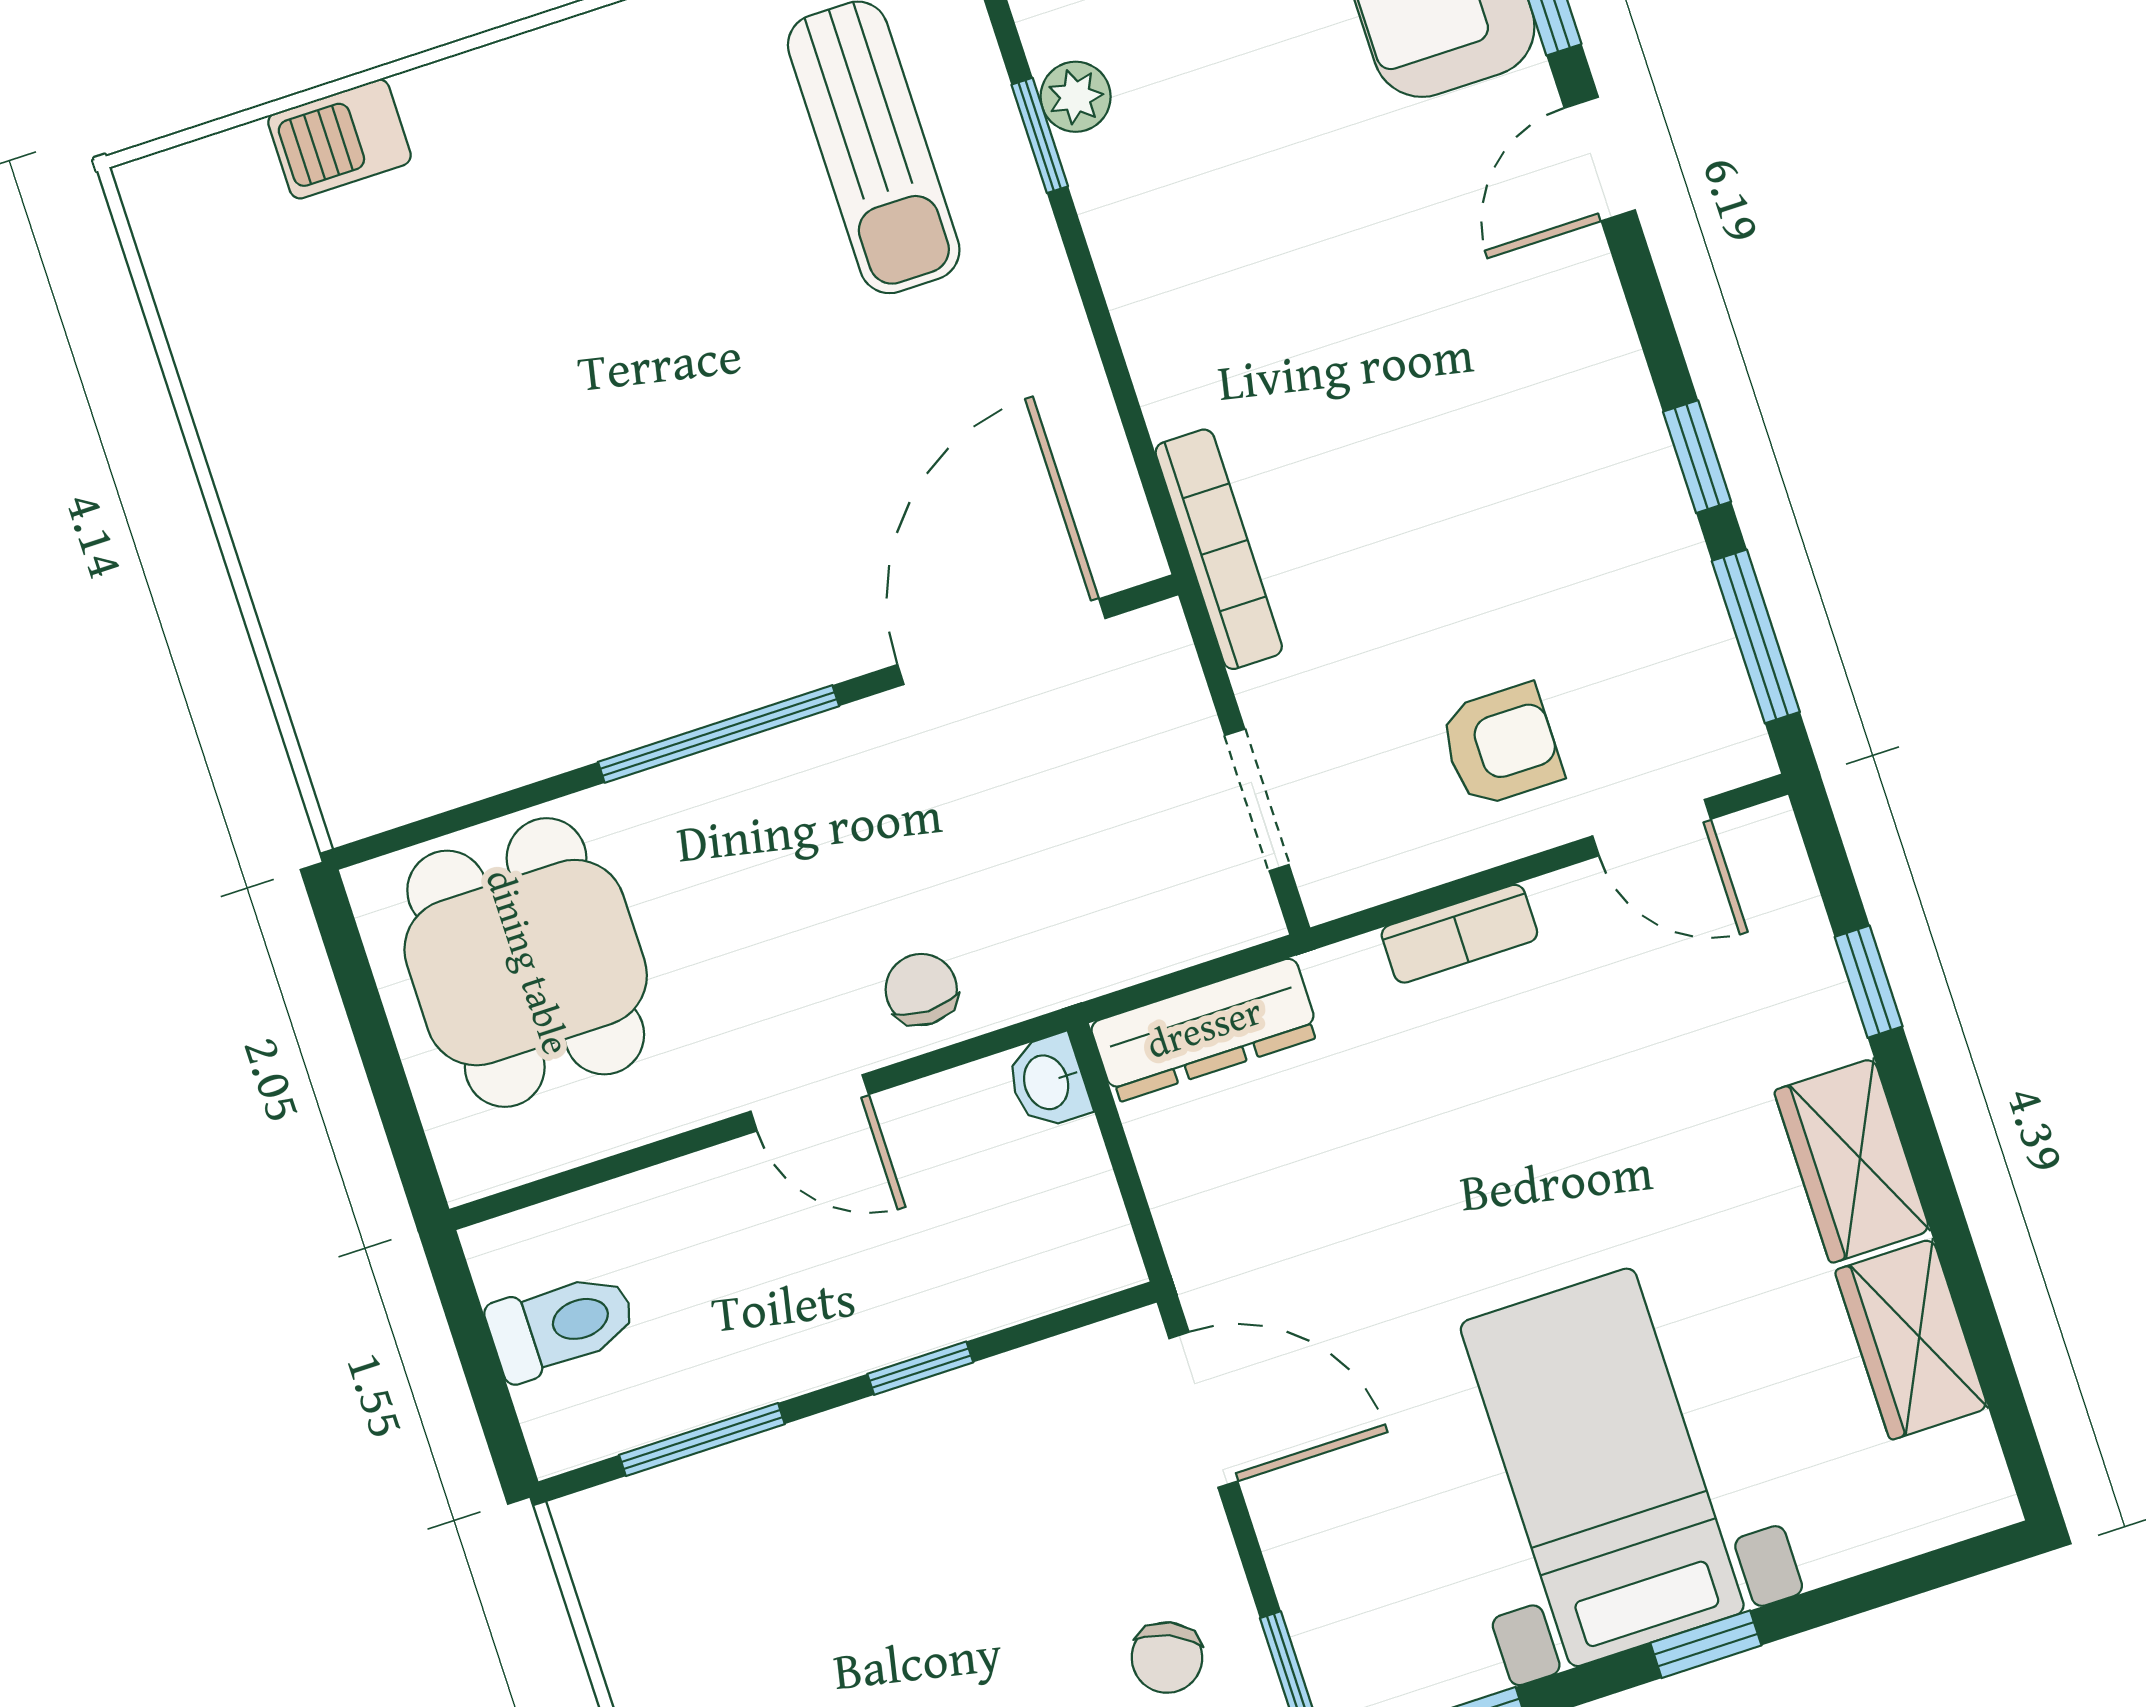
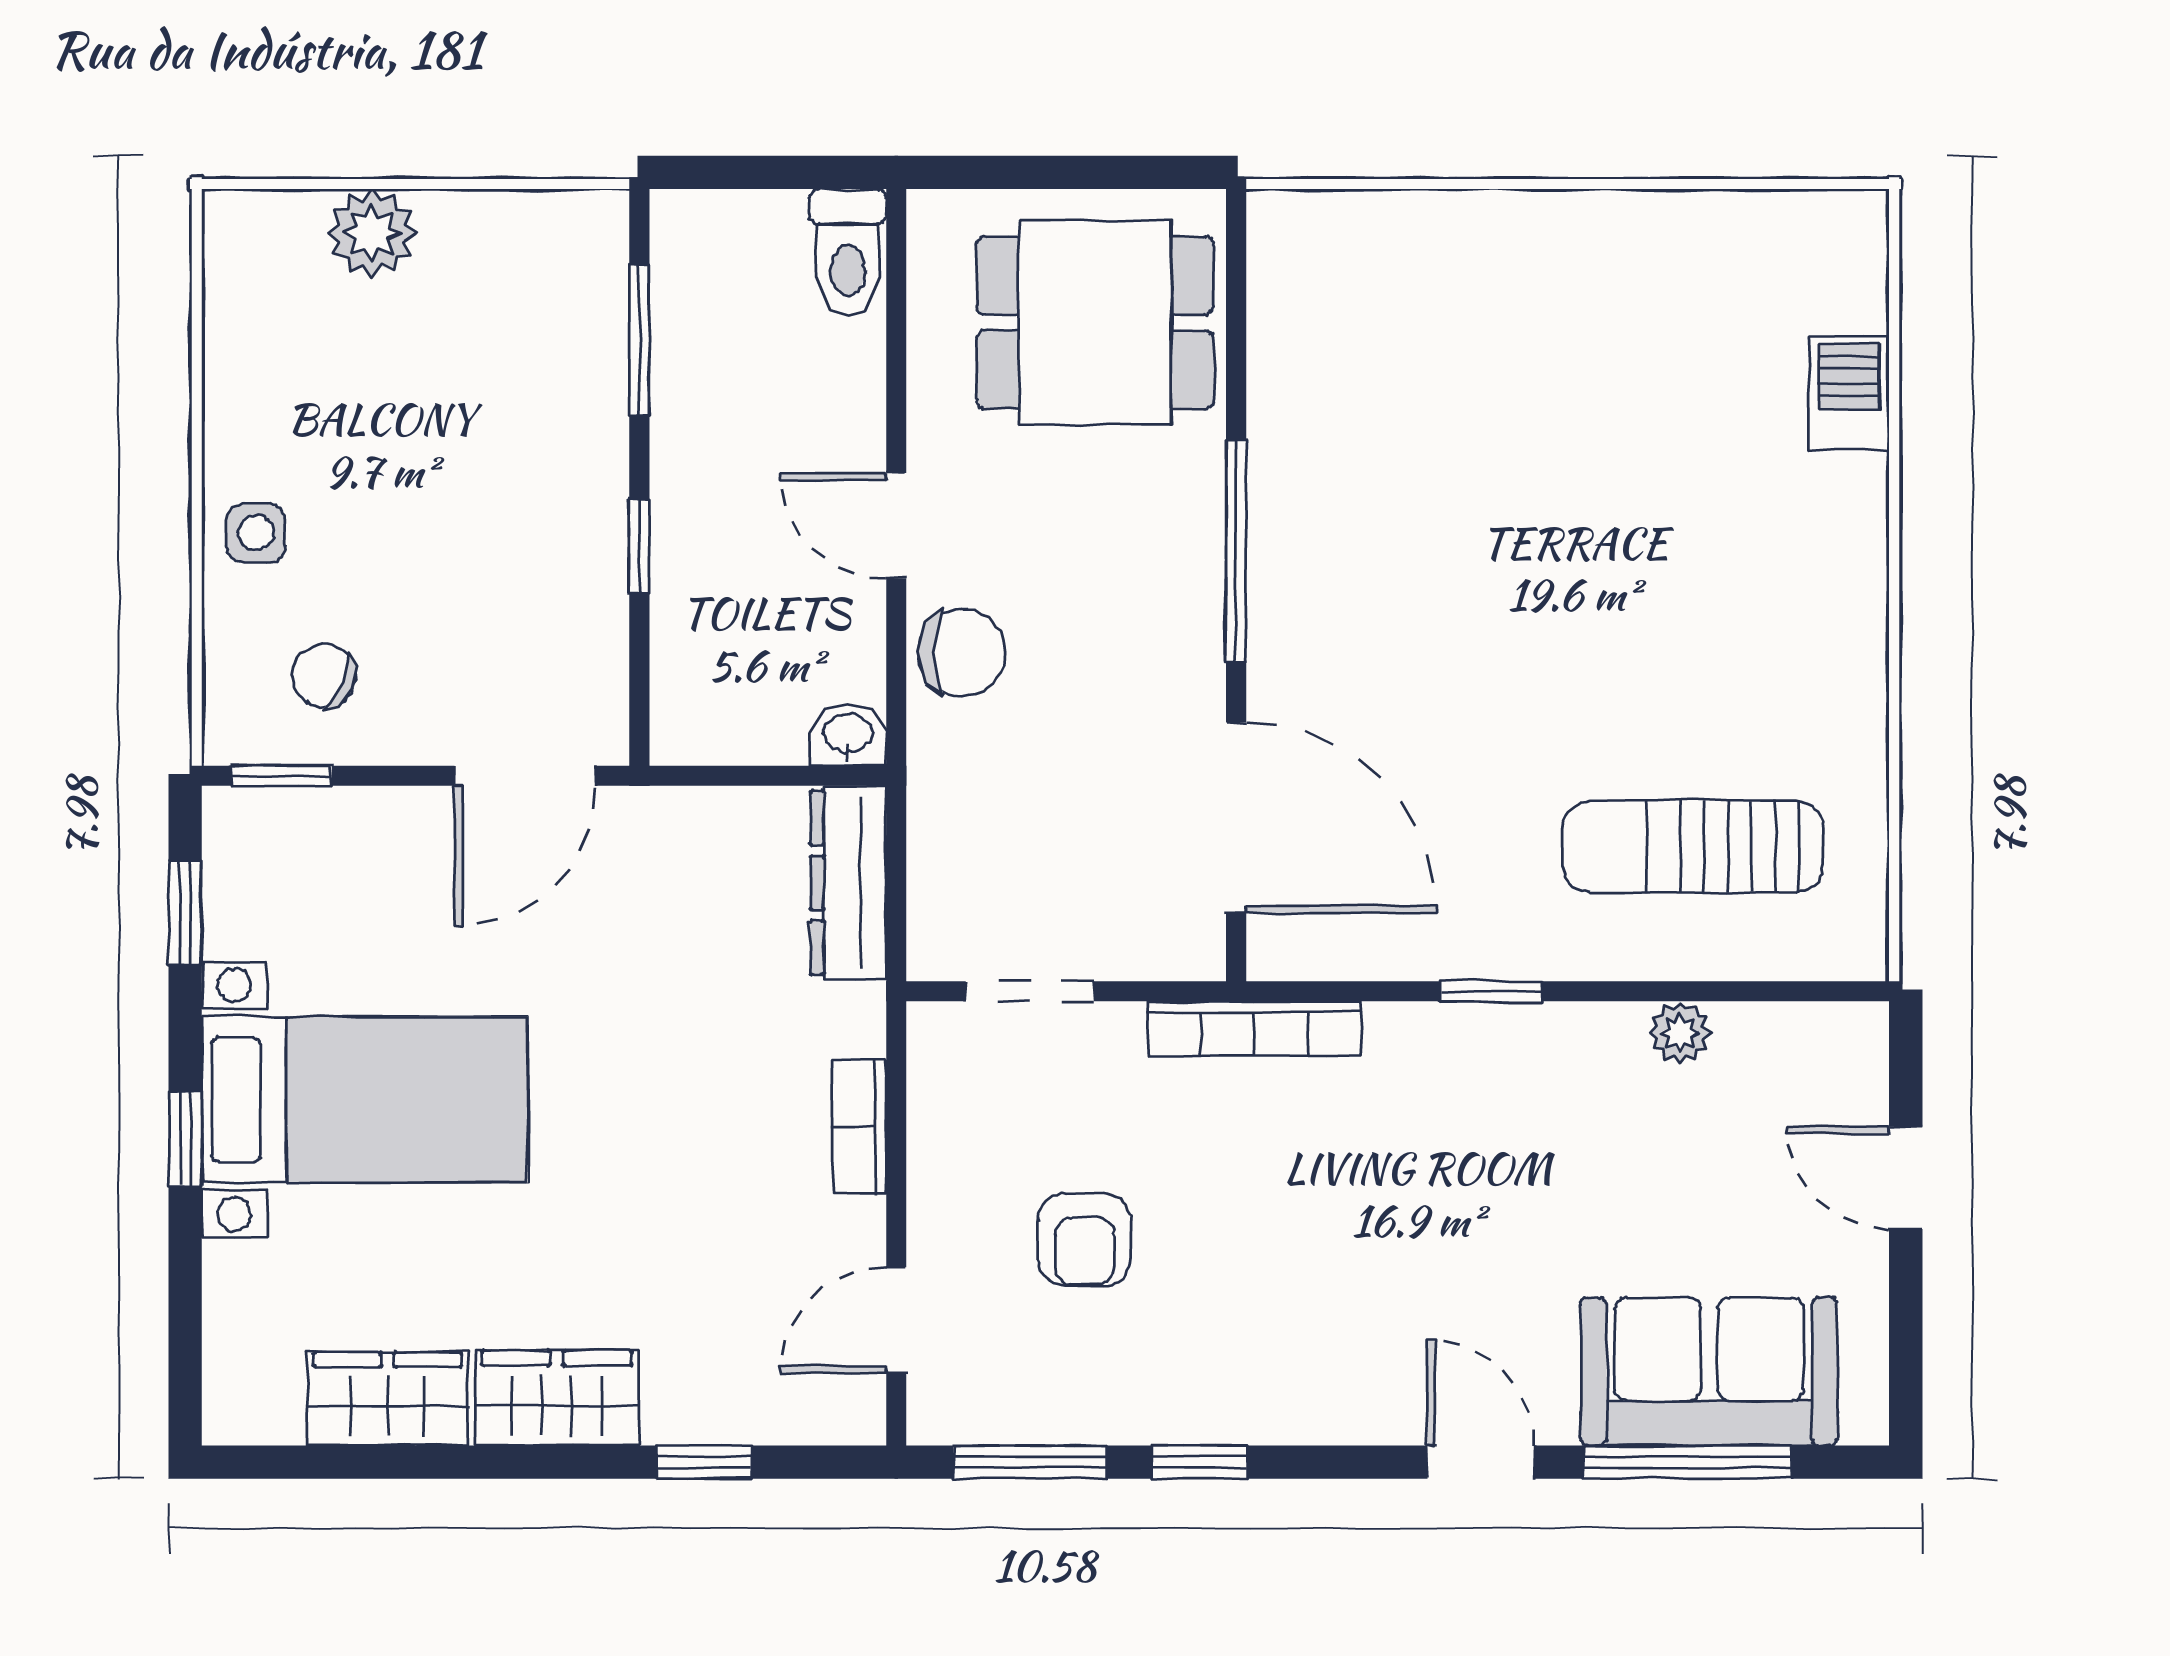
window: (1040, 135) -> (1491, 991), moved
armchair: (1501, 745) -> (1085, 1240), moved
chair: (921, 990) -> (962, 652), width x1.37, depth x1.37
door: (810, 1103) -> (896, 526), hinge flipped
toilet: (562, 1325) -> (848, 252), moved

